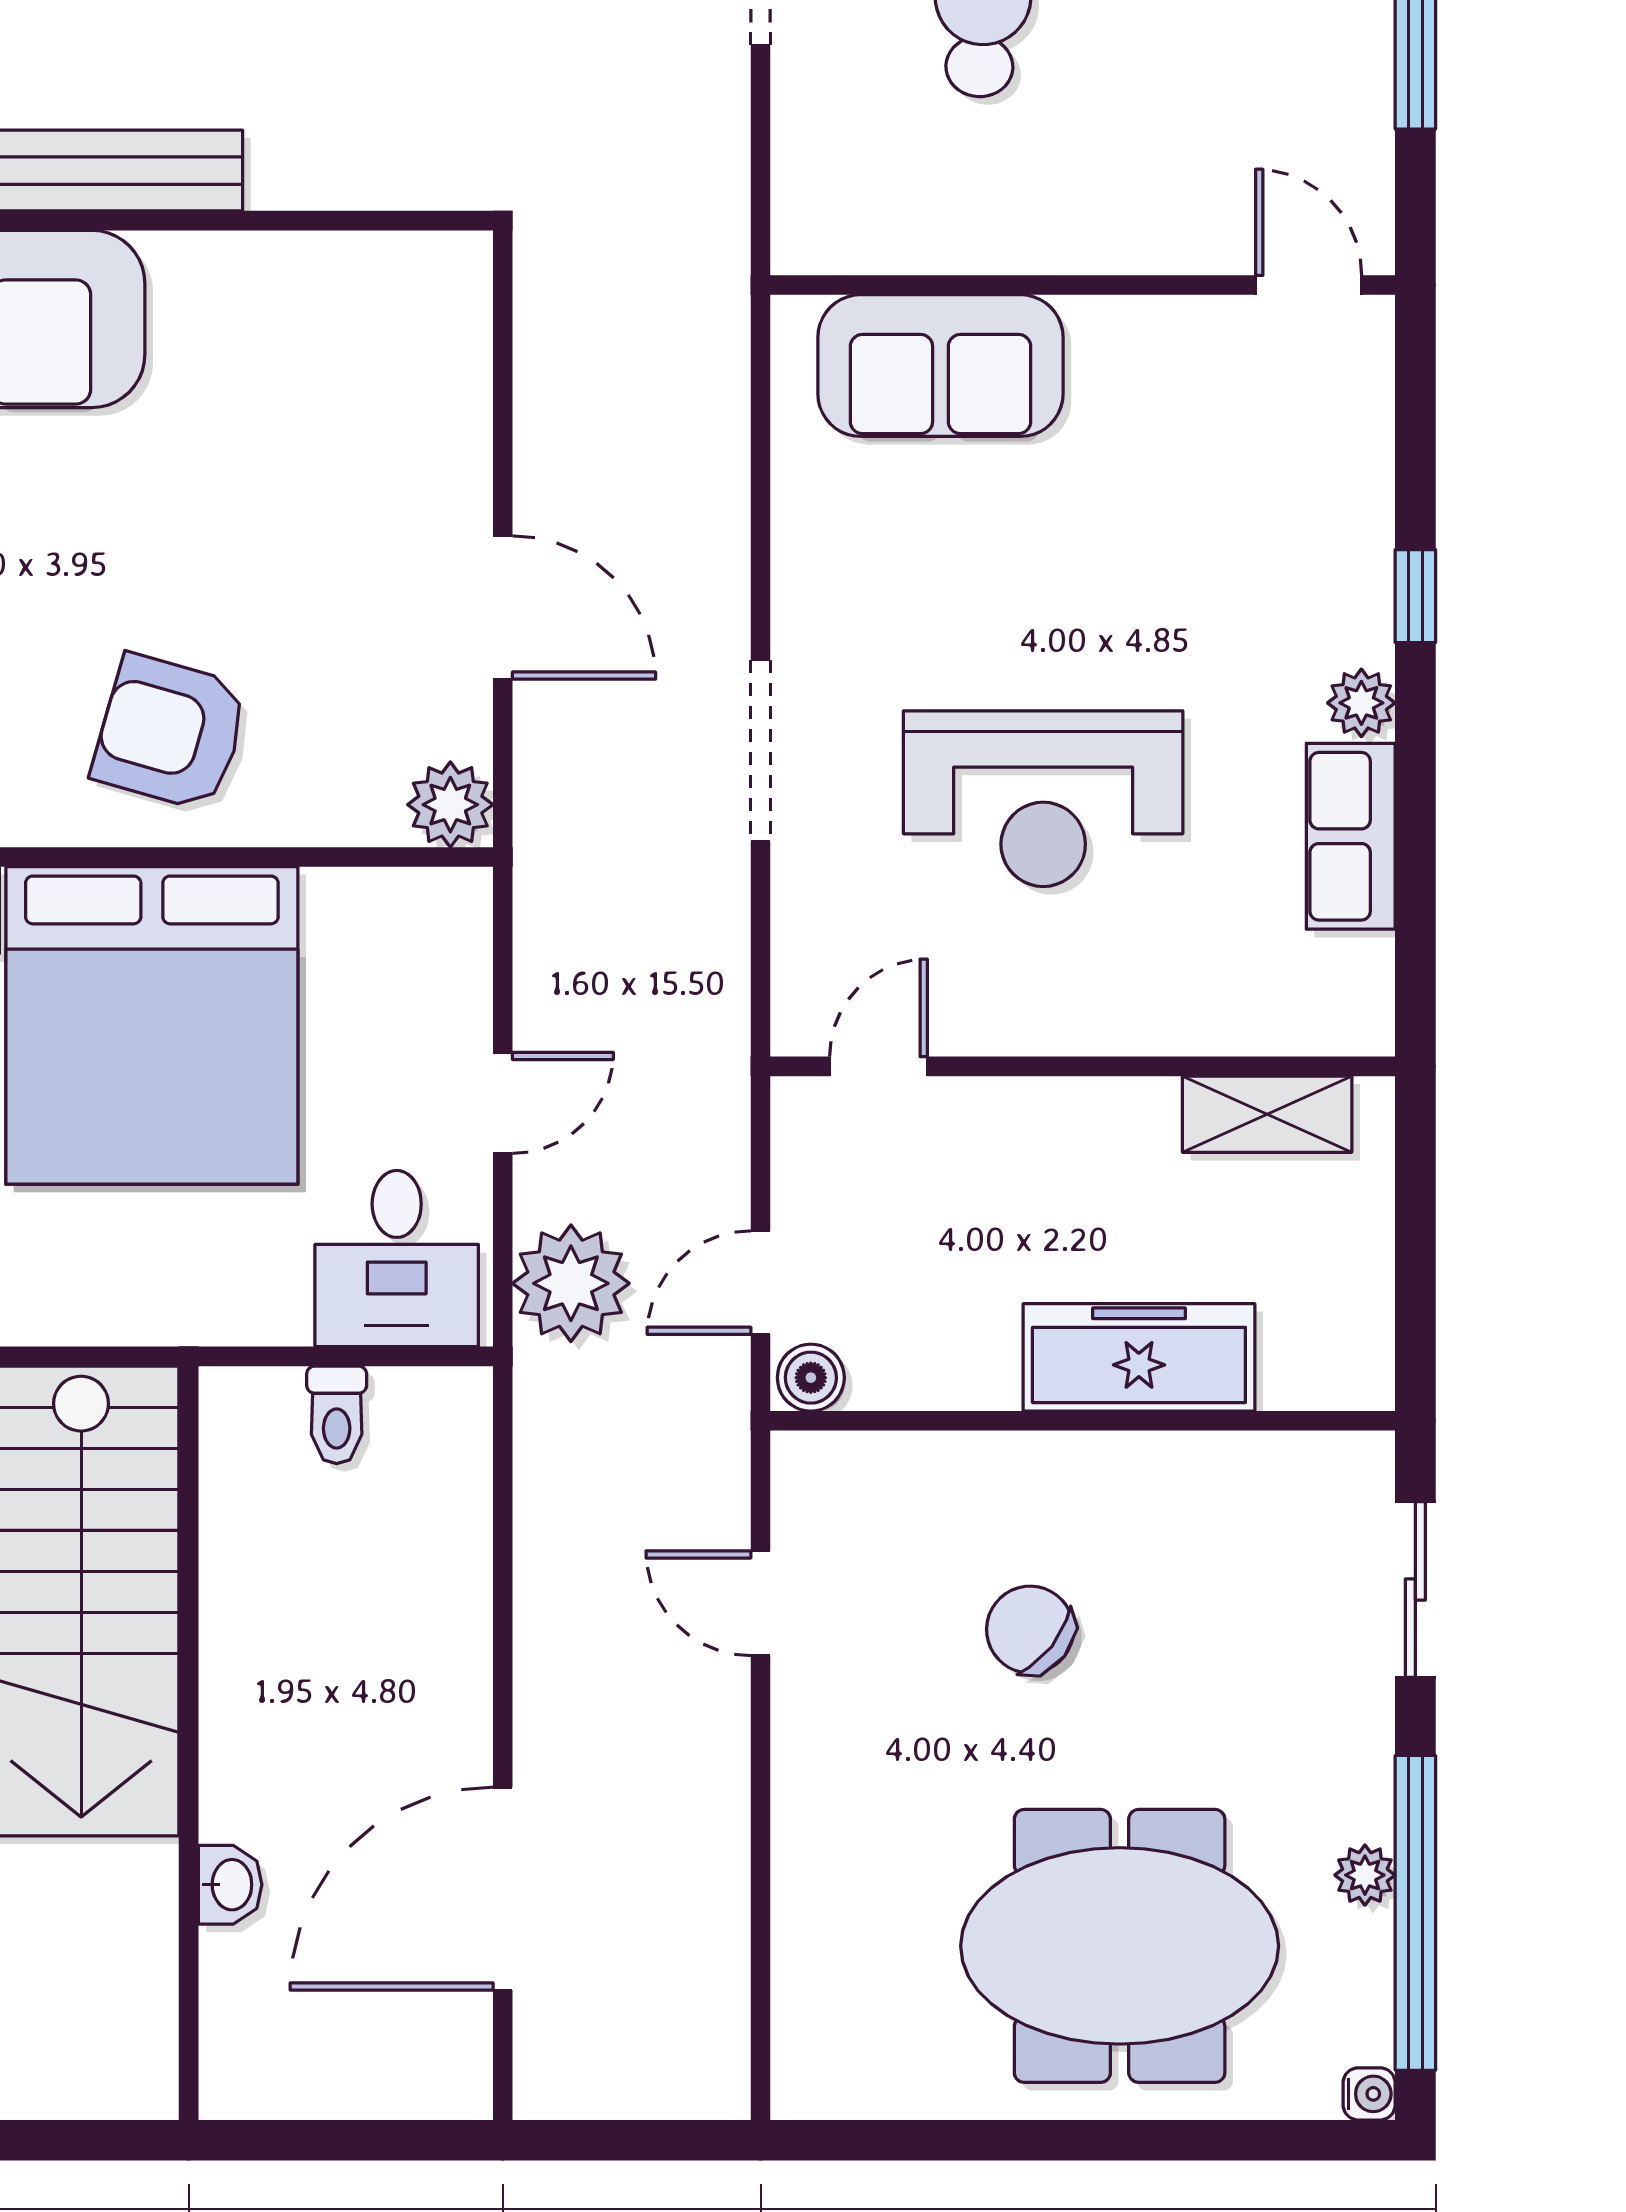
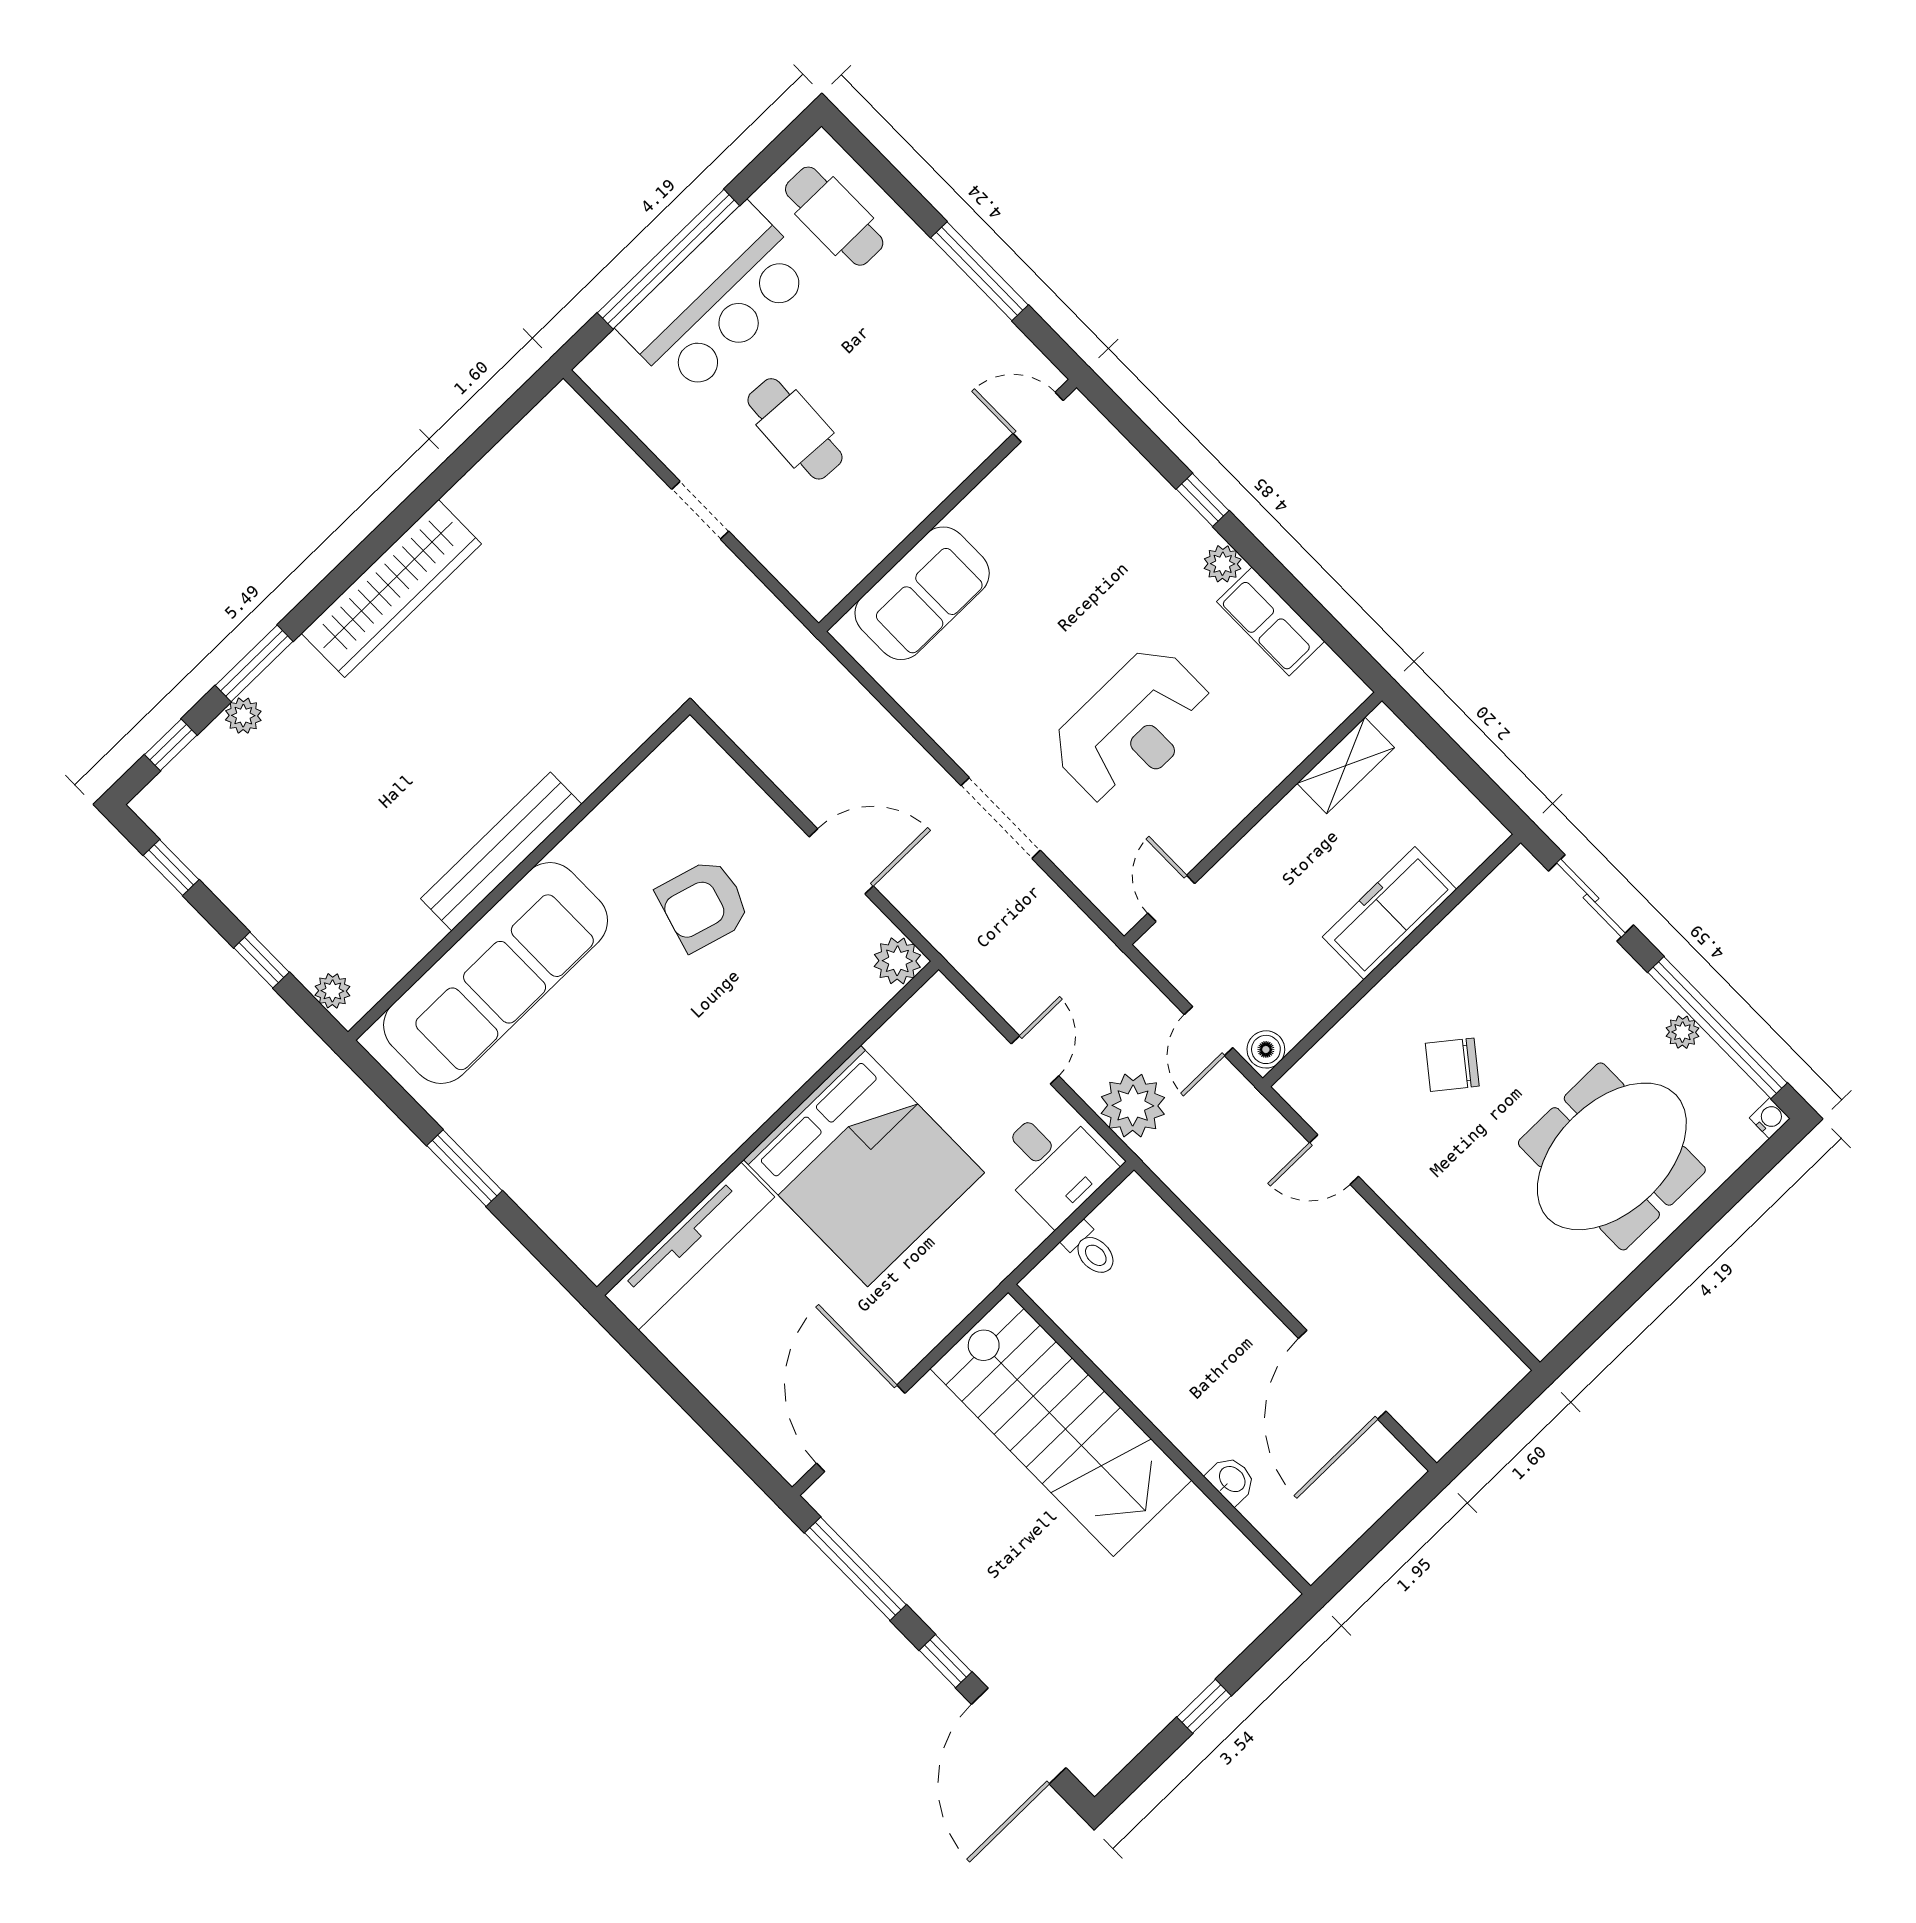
armchair: (170, 733) -> (704, 905), moved

